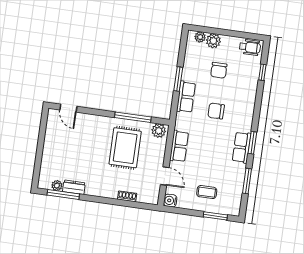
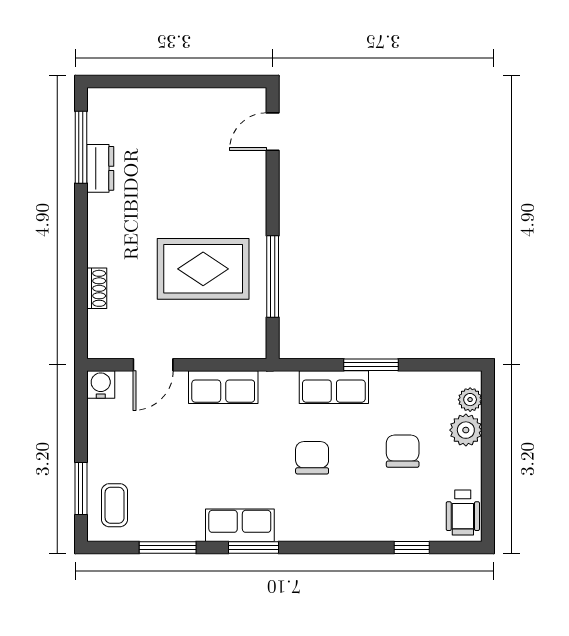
chair: (219, 70) -> (403, 451), turned 90
plant: (159, 131) -> (251, 337), removed
plant: (57, 186) -> (99, 130), removed
coffee table: (207, 192) -> (115, 505), moved

